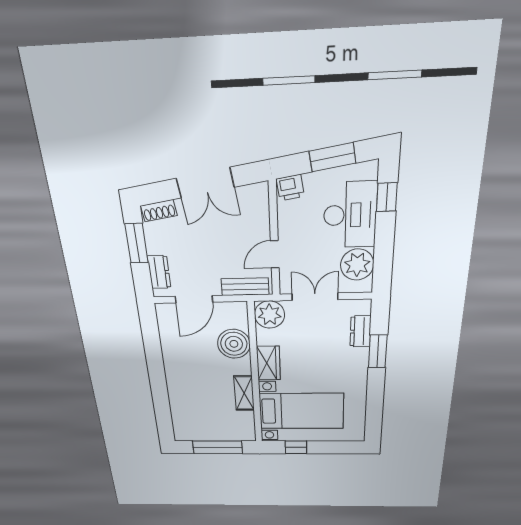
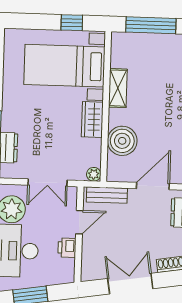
printer: (290, 188) -> (67, 248), moved, turned -81
plant: (270, 315) -> (94, 174), width x0.53, depth x0.53

